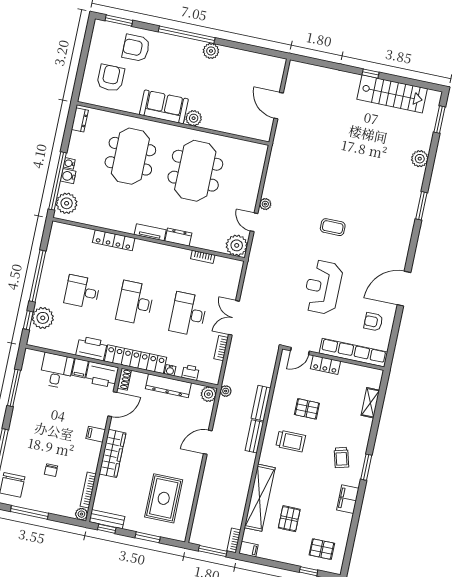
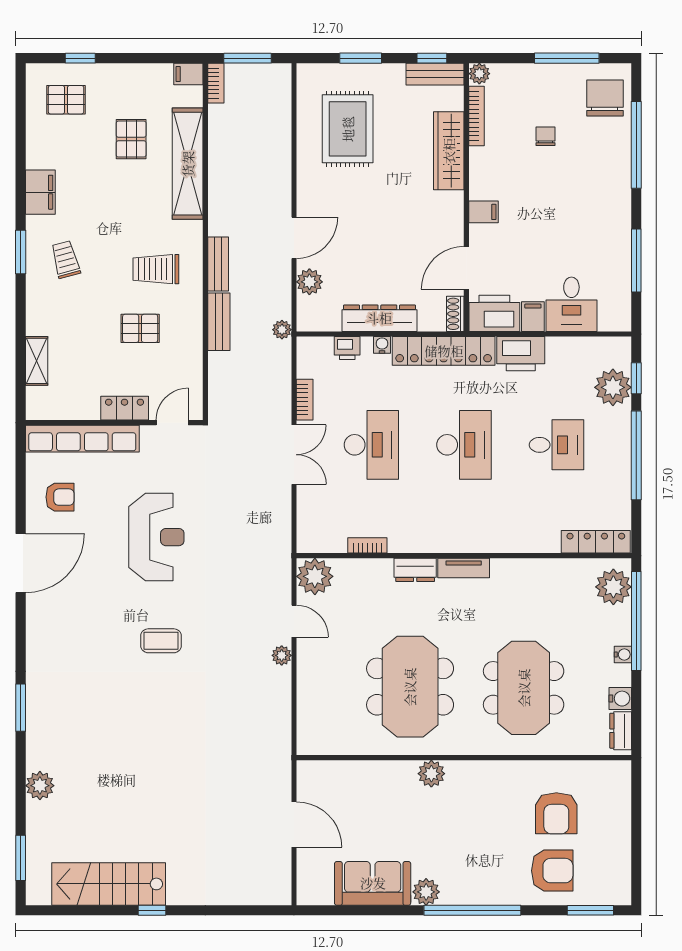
armchair: (111, 78) -> (556, 813), moved
sofa: (164, 107) -> (373, 883), moved, turned 180
water cooler: (68, 176) -> (620, 699), moved
locker: (114, 240) -> (596, 542), moved
plant: (209, 394) -> (309, 282), moved
wardrobe: (113, 453) -> (449, 151), moved

